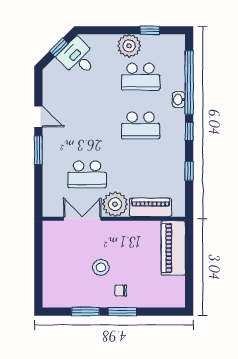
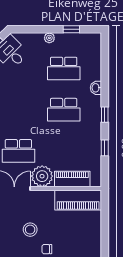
plant: (129, 46) -> (49, 38), width x0.53, depth x0.53
window: (189, 83) -> (105, 73), removed
piano: (173, 248) -> (78, 200), moved, turned -90

